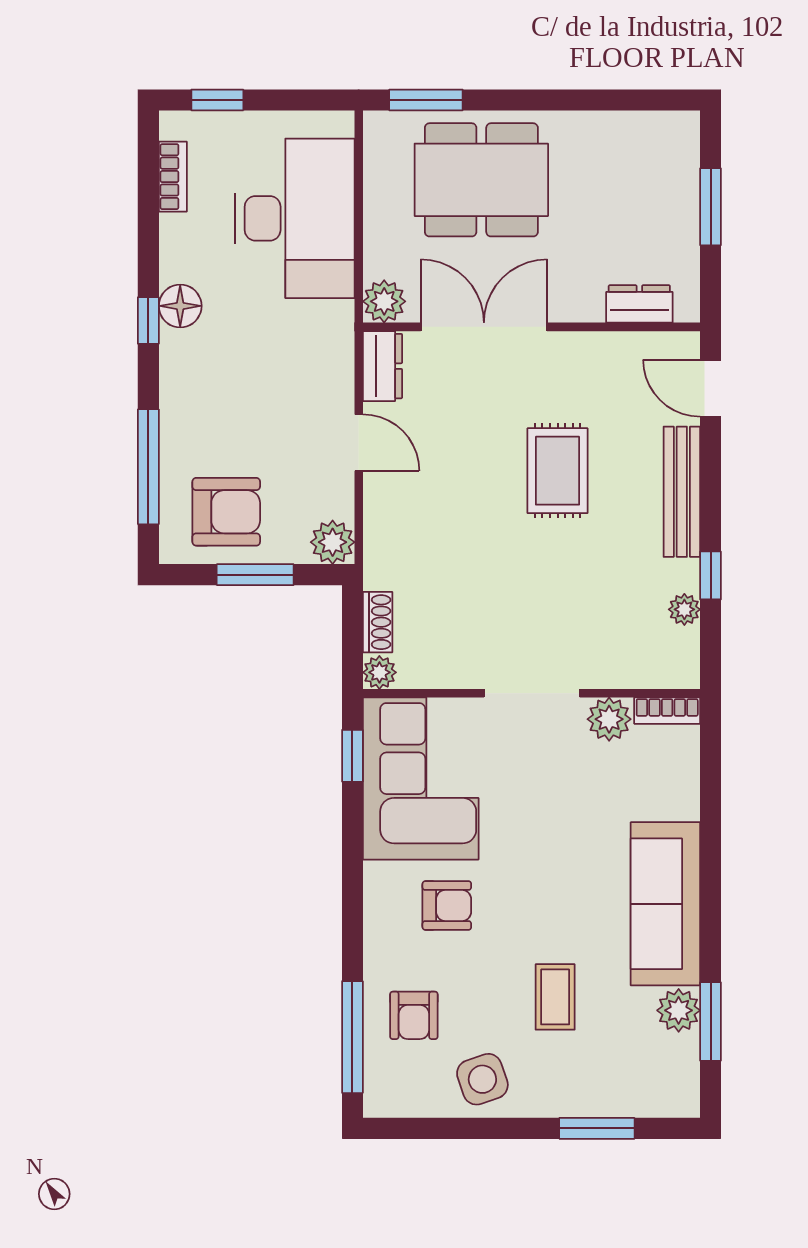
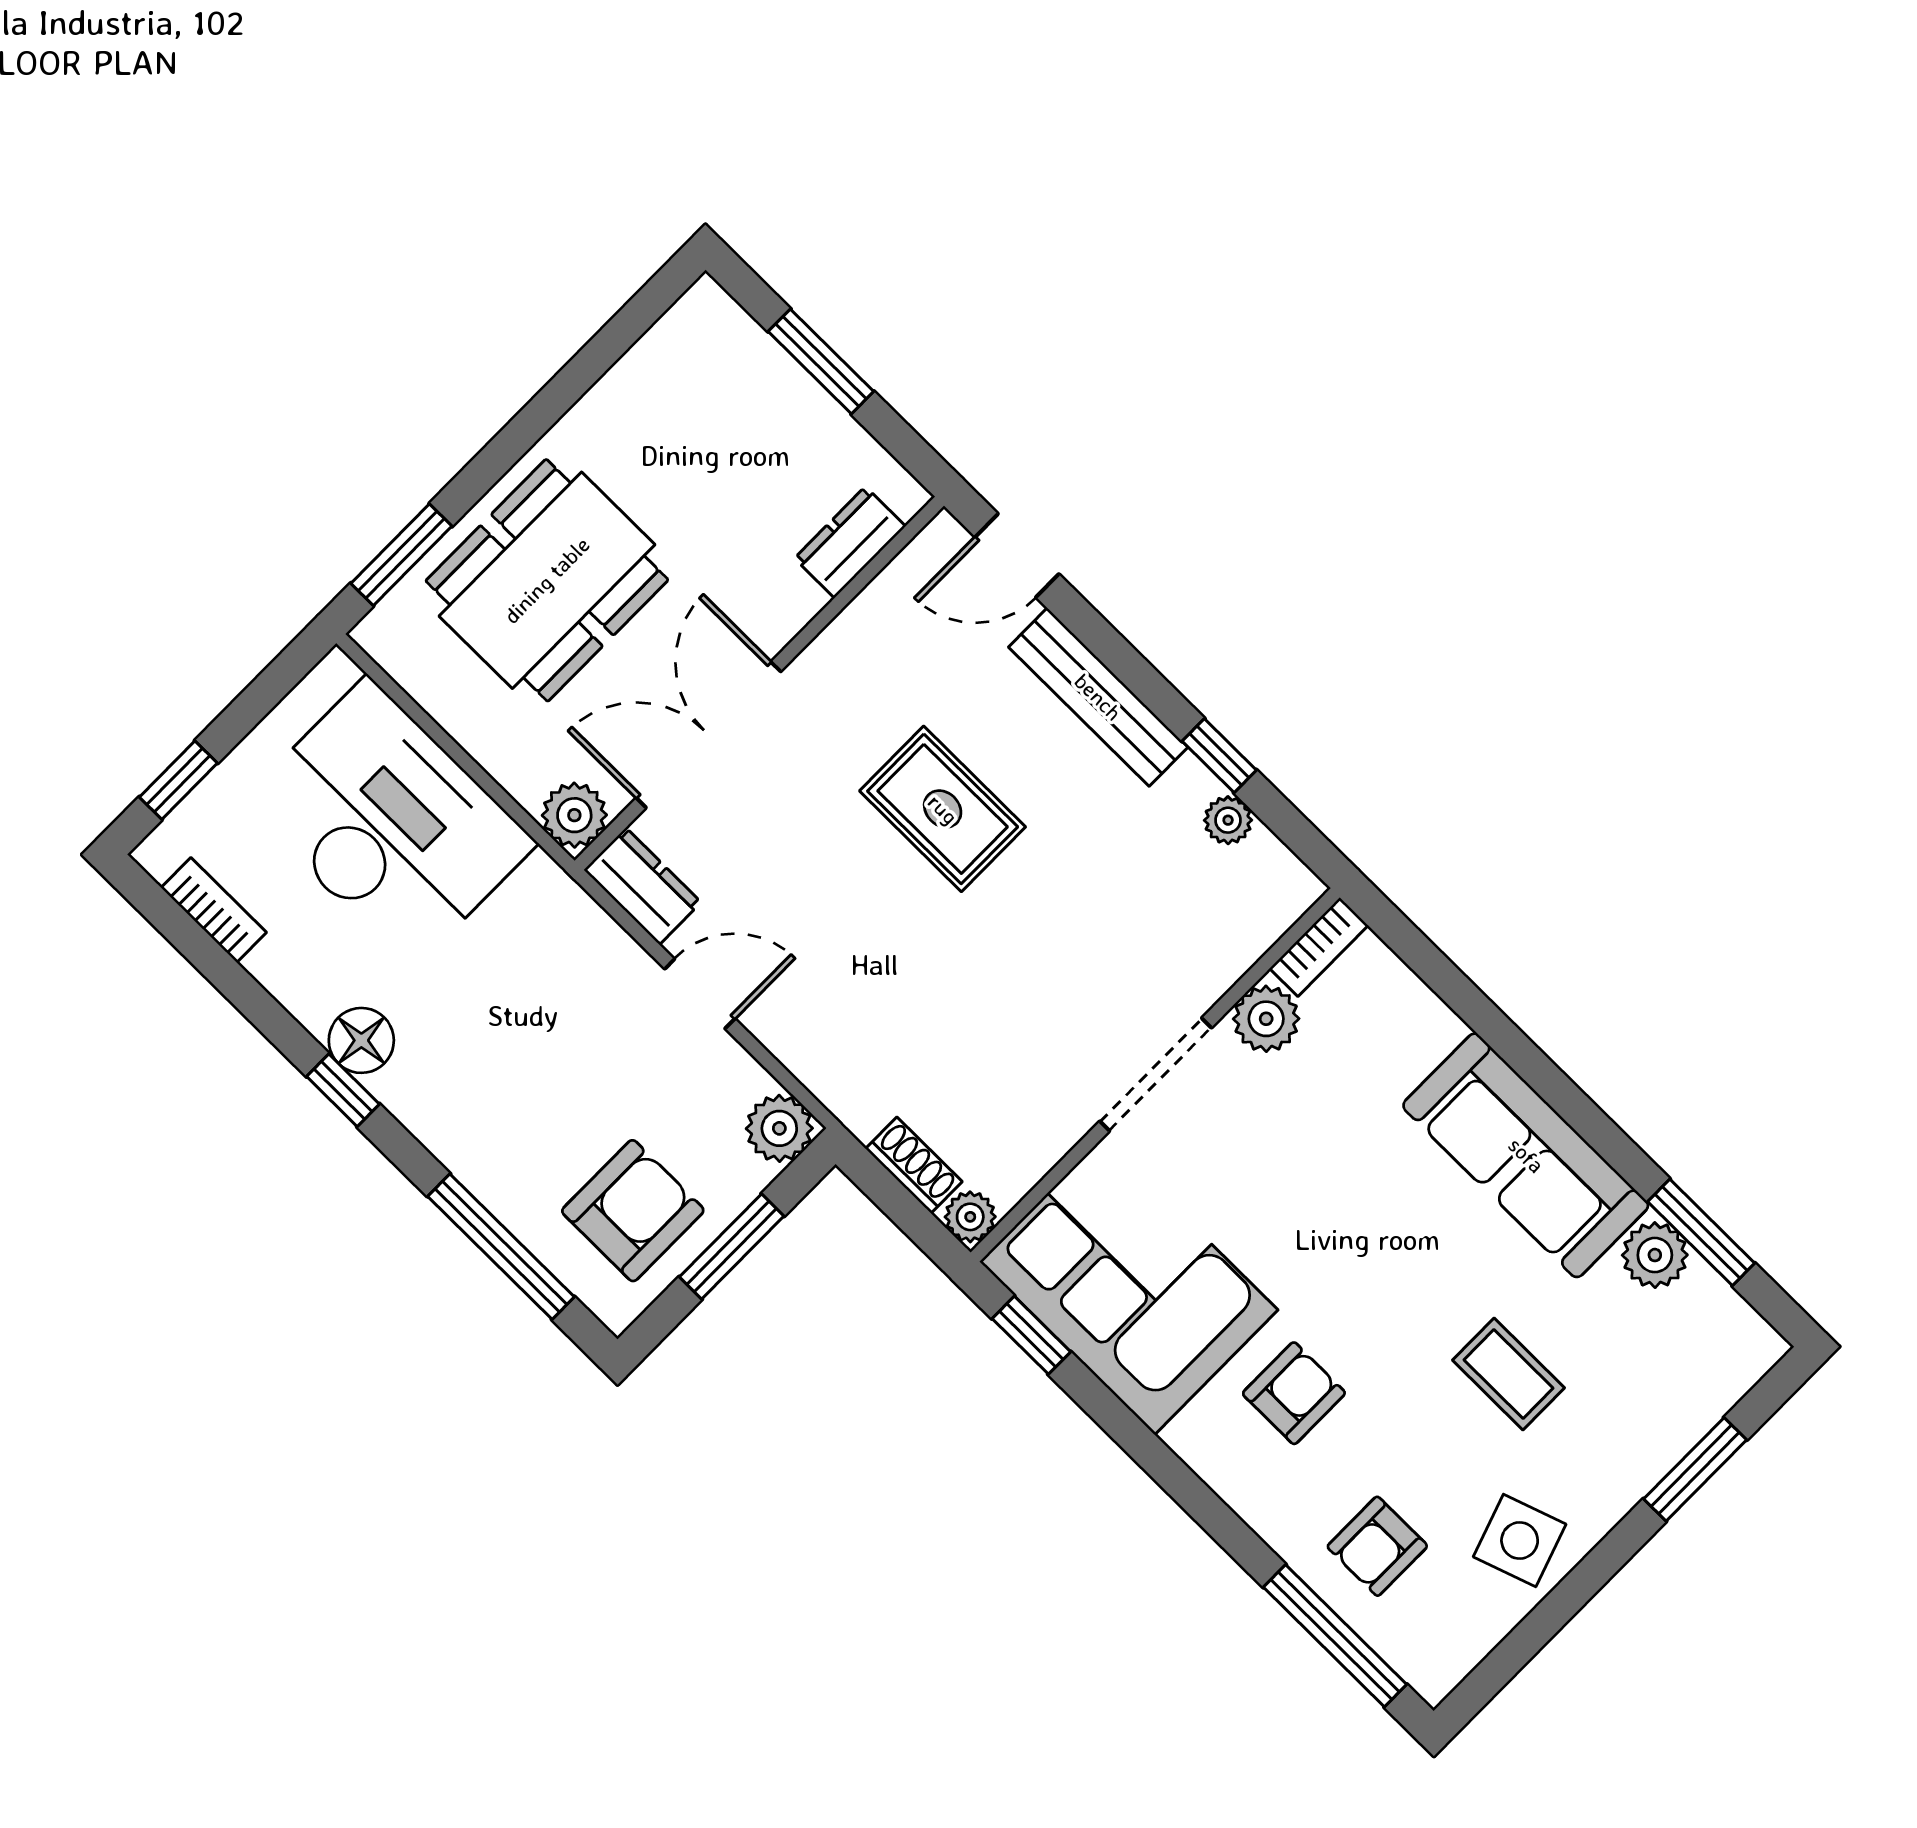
armchair: (414, 1015) -> (1377, 1546), turned 90

